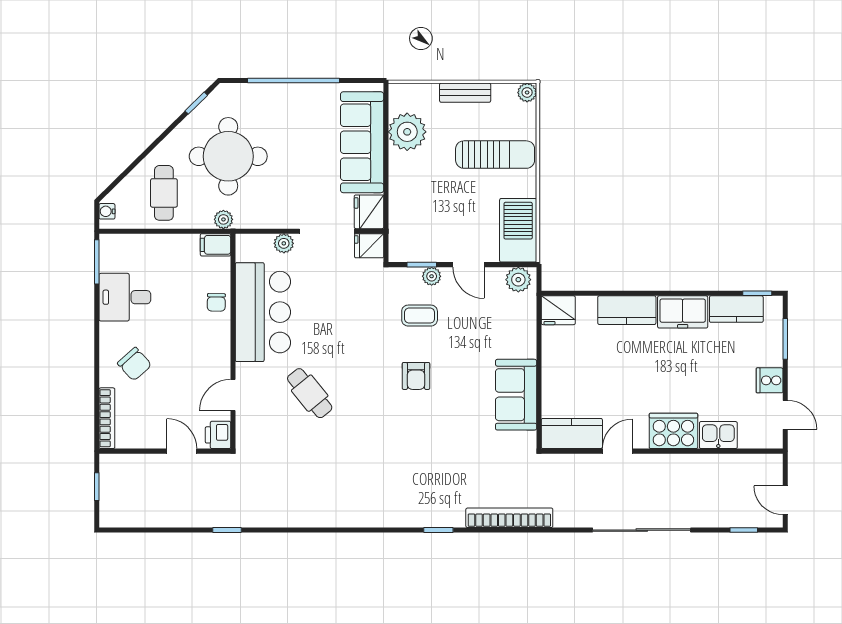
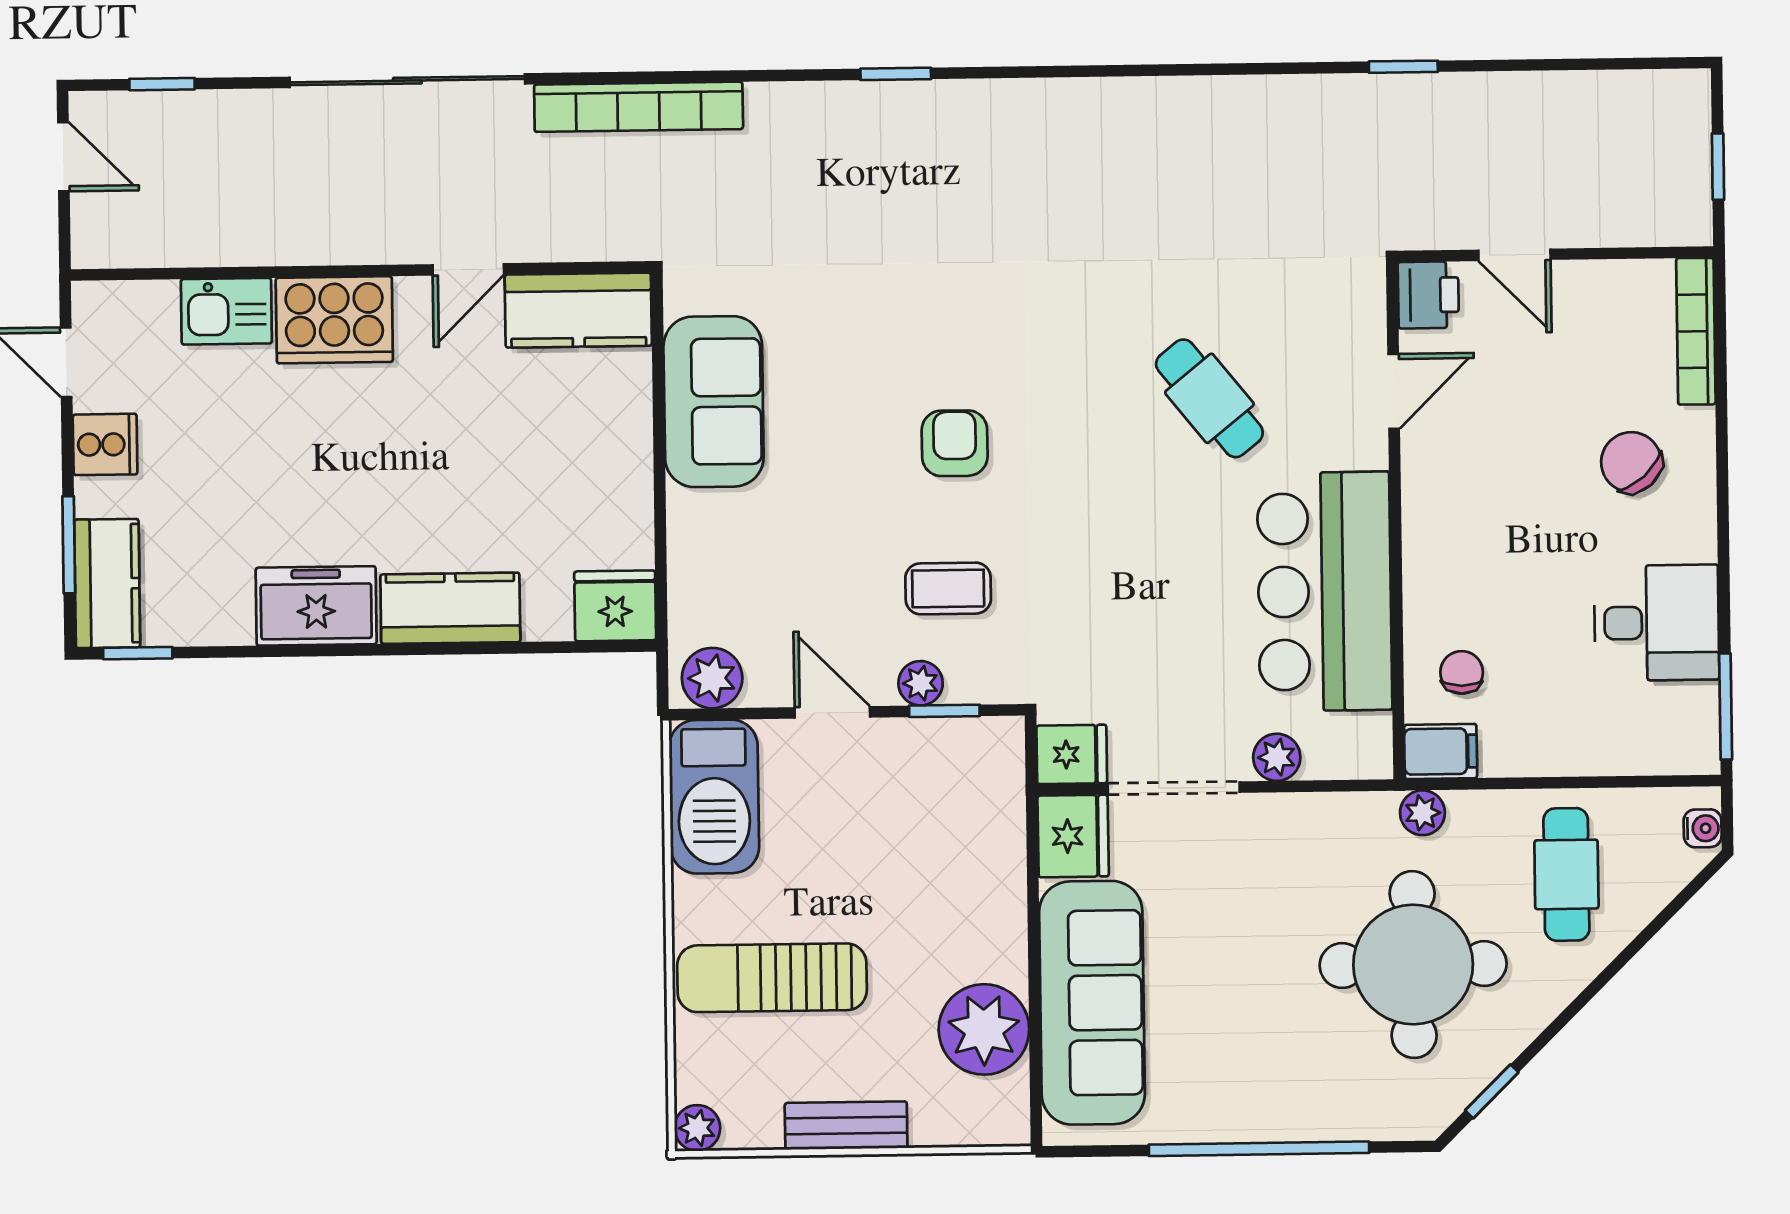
chair: (216, 302) -> (1462, 672), moved
kitchen counter: (736, 309) -> (107, 584), moved, turned 90
bookcase: (509, 518) -> (639, 107), moved

